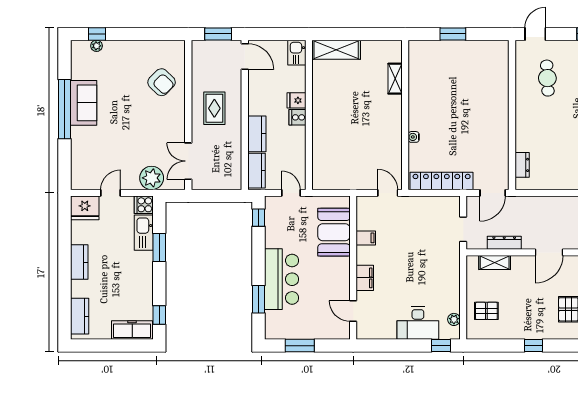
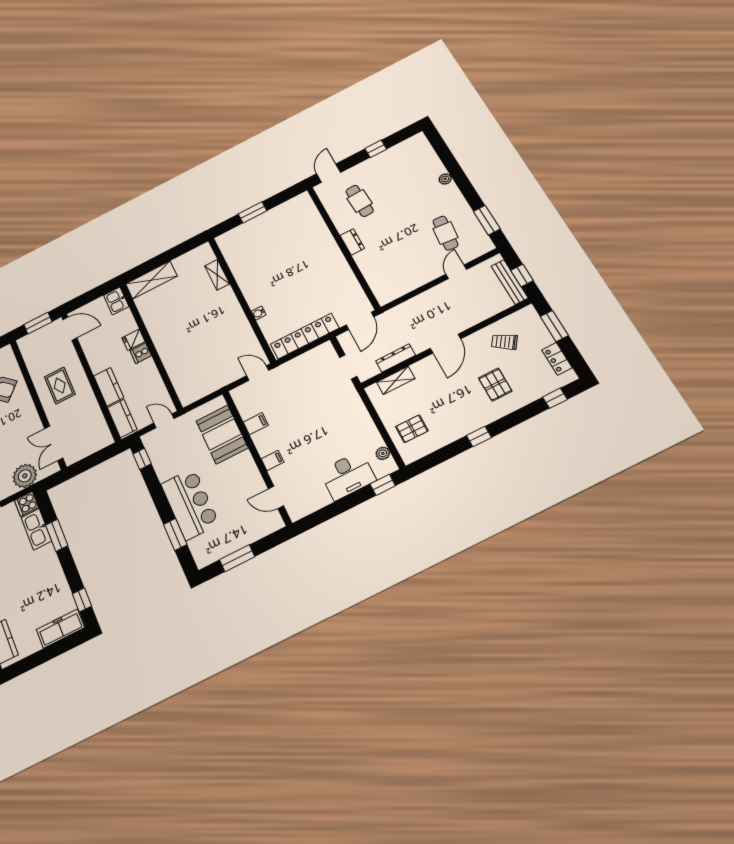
dresser: (522, 165) -> (352, 242), moved
filing cabinet: (365, 278) -> (273, 460), width x0.50

